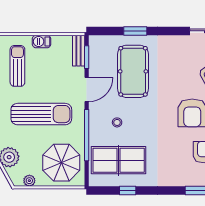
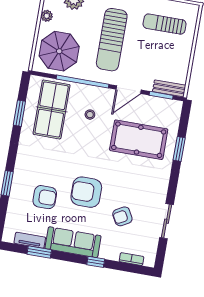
barbecue: (42, 41) -> (185, 53), removed
sun lounger: (17, 66) -> (165, 24), turned 180
door: (87, 89) -> (129, 90), hinge flipped
window: (128, 191) -> (19, 113), width x1.50

